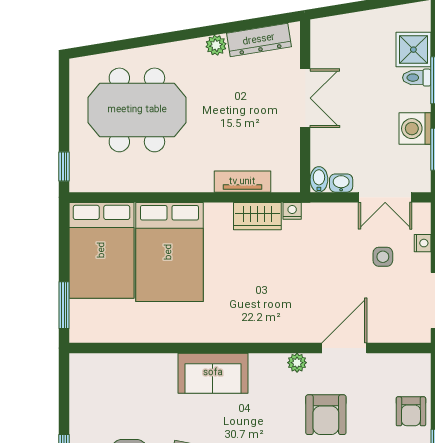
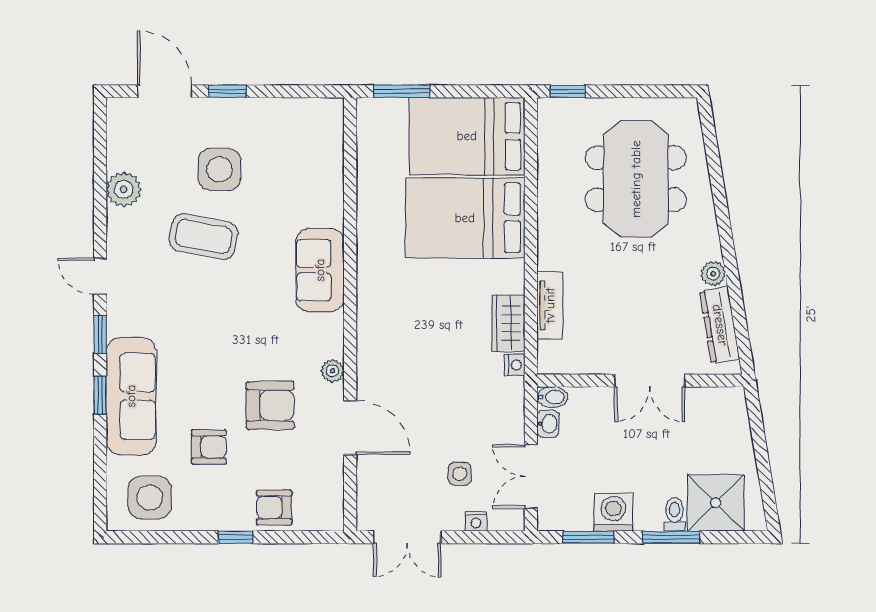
shower: (413, 50) -> (716, 503), width x1.36, depth x1.36
armchair: (326, 415) -> (270, 405), turned 180

